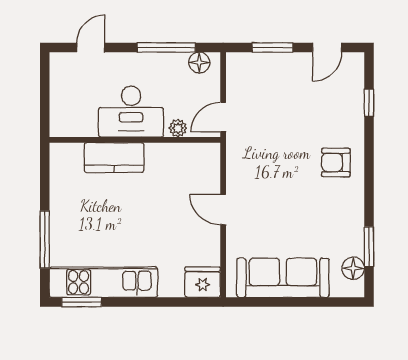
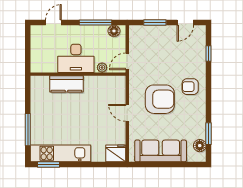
armchair: (282, 185) -> (160, 99), added

